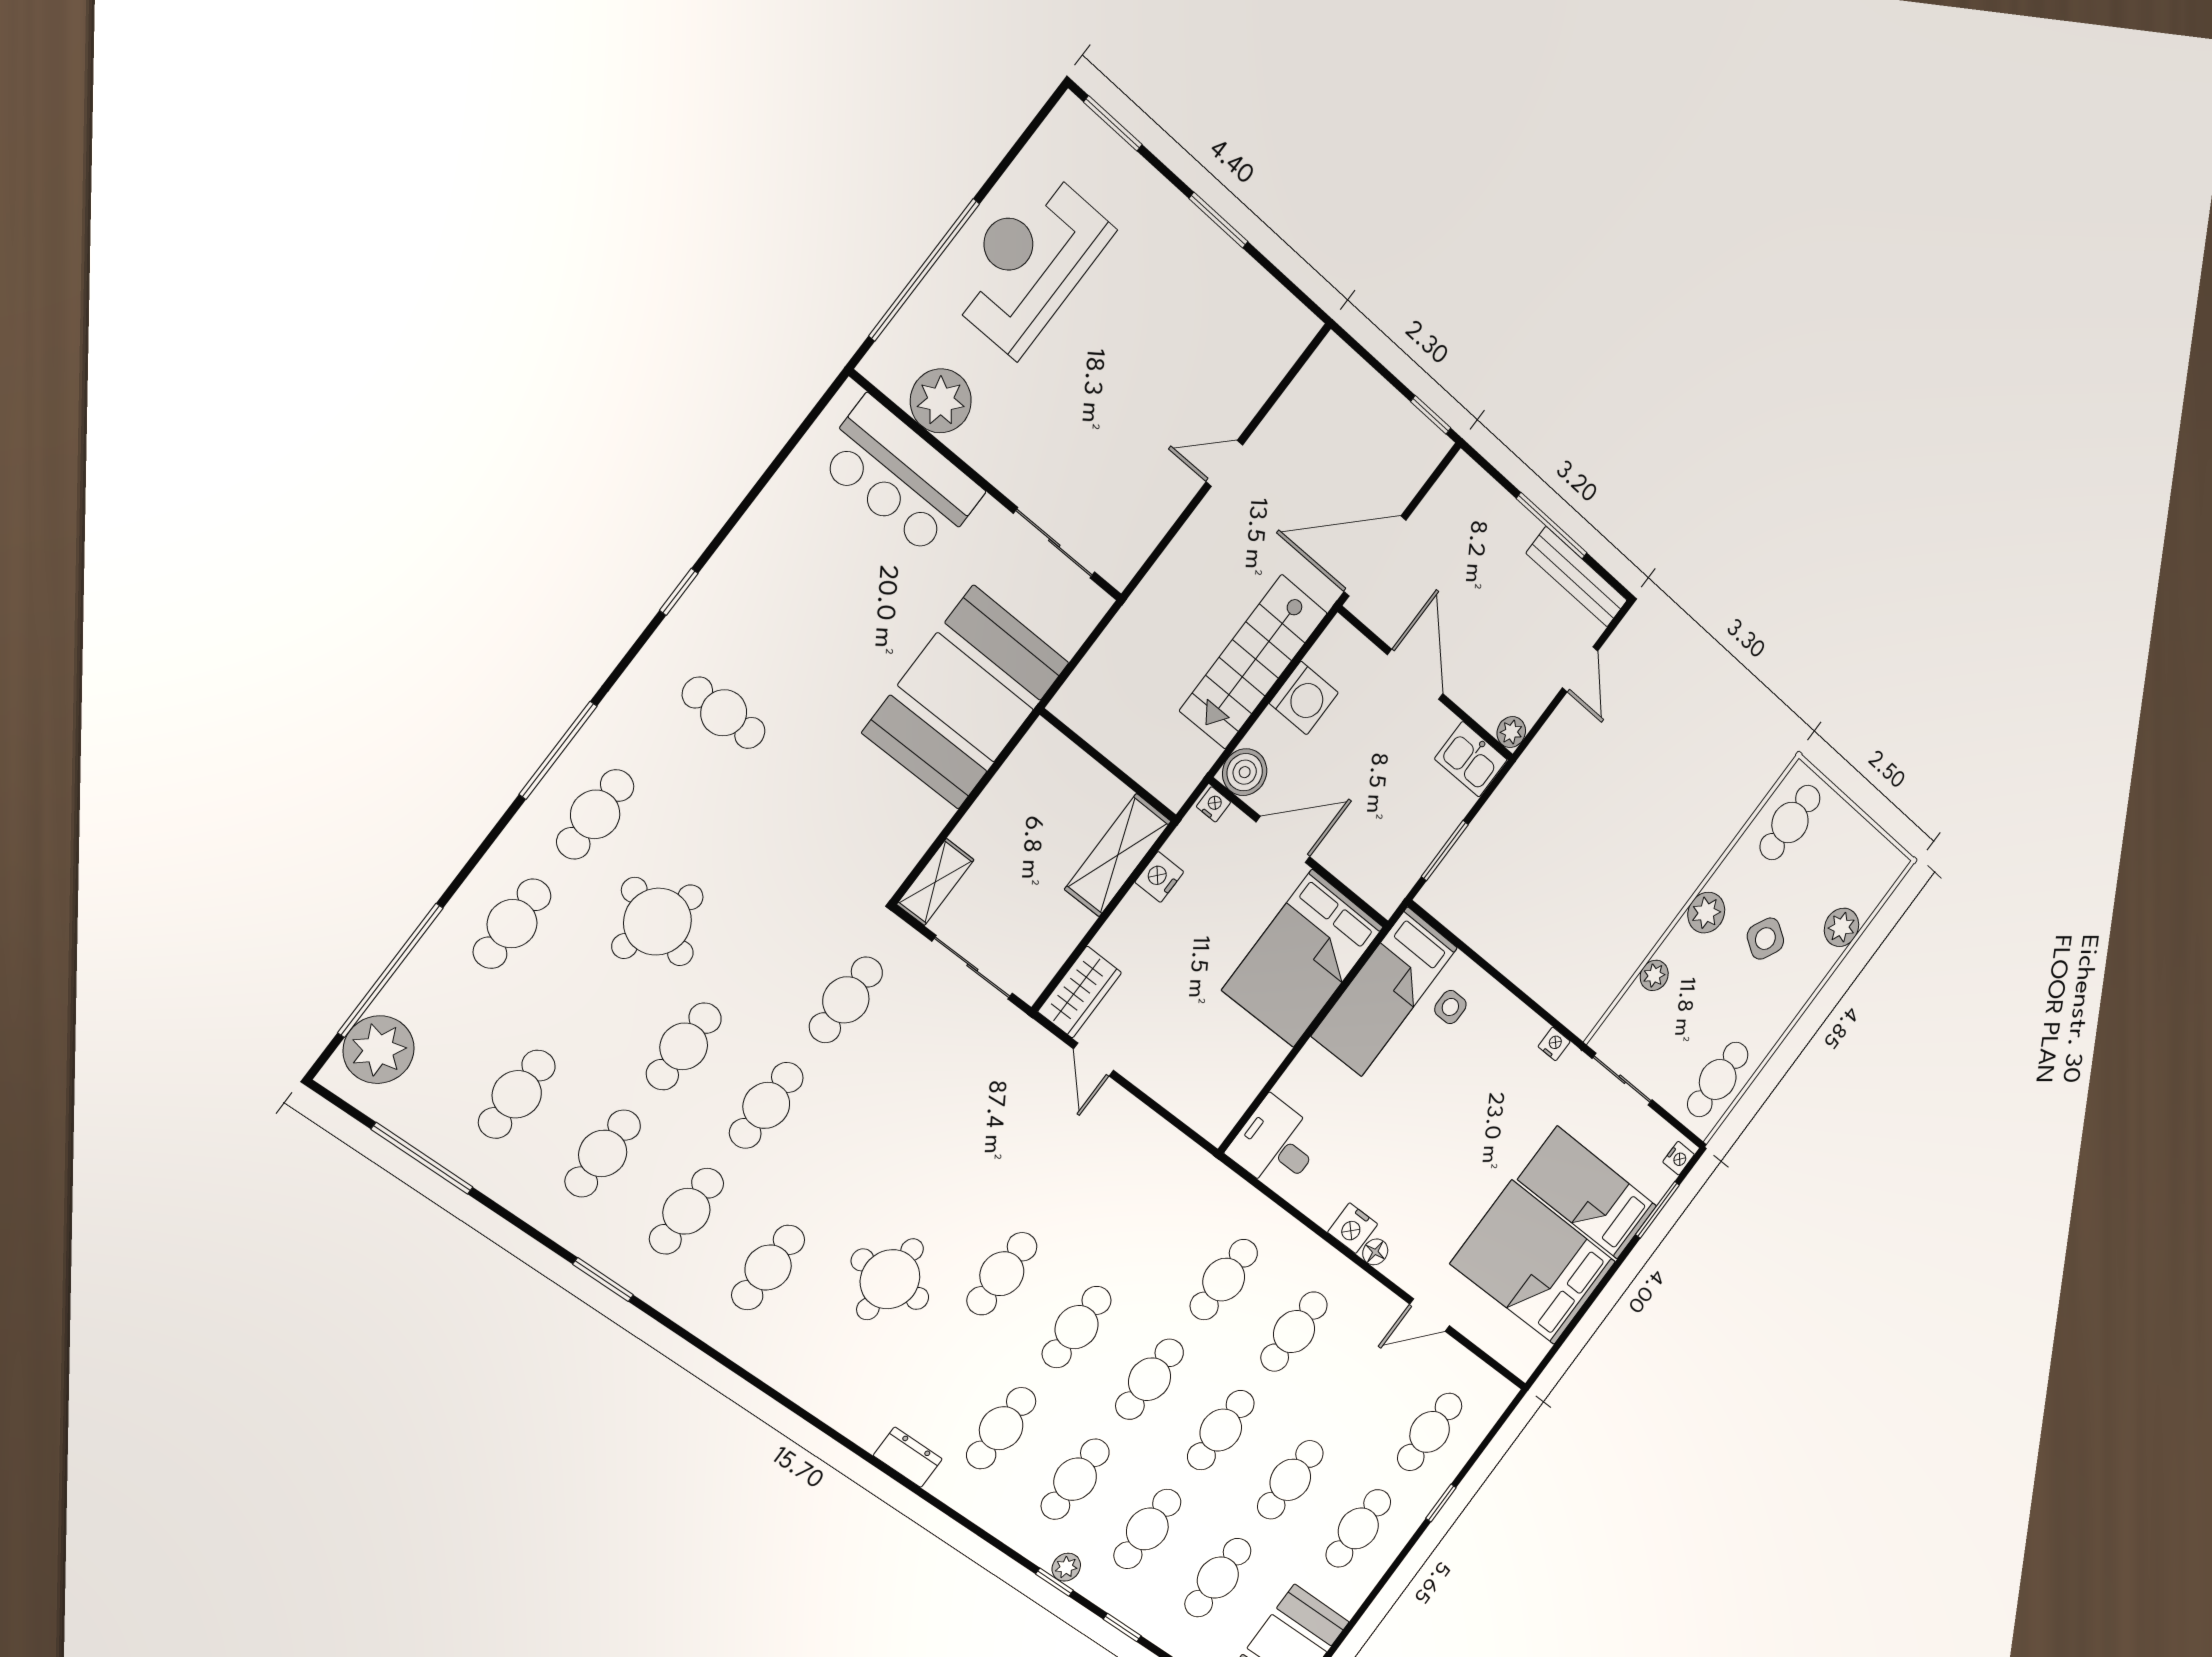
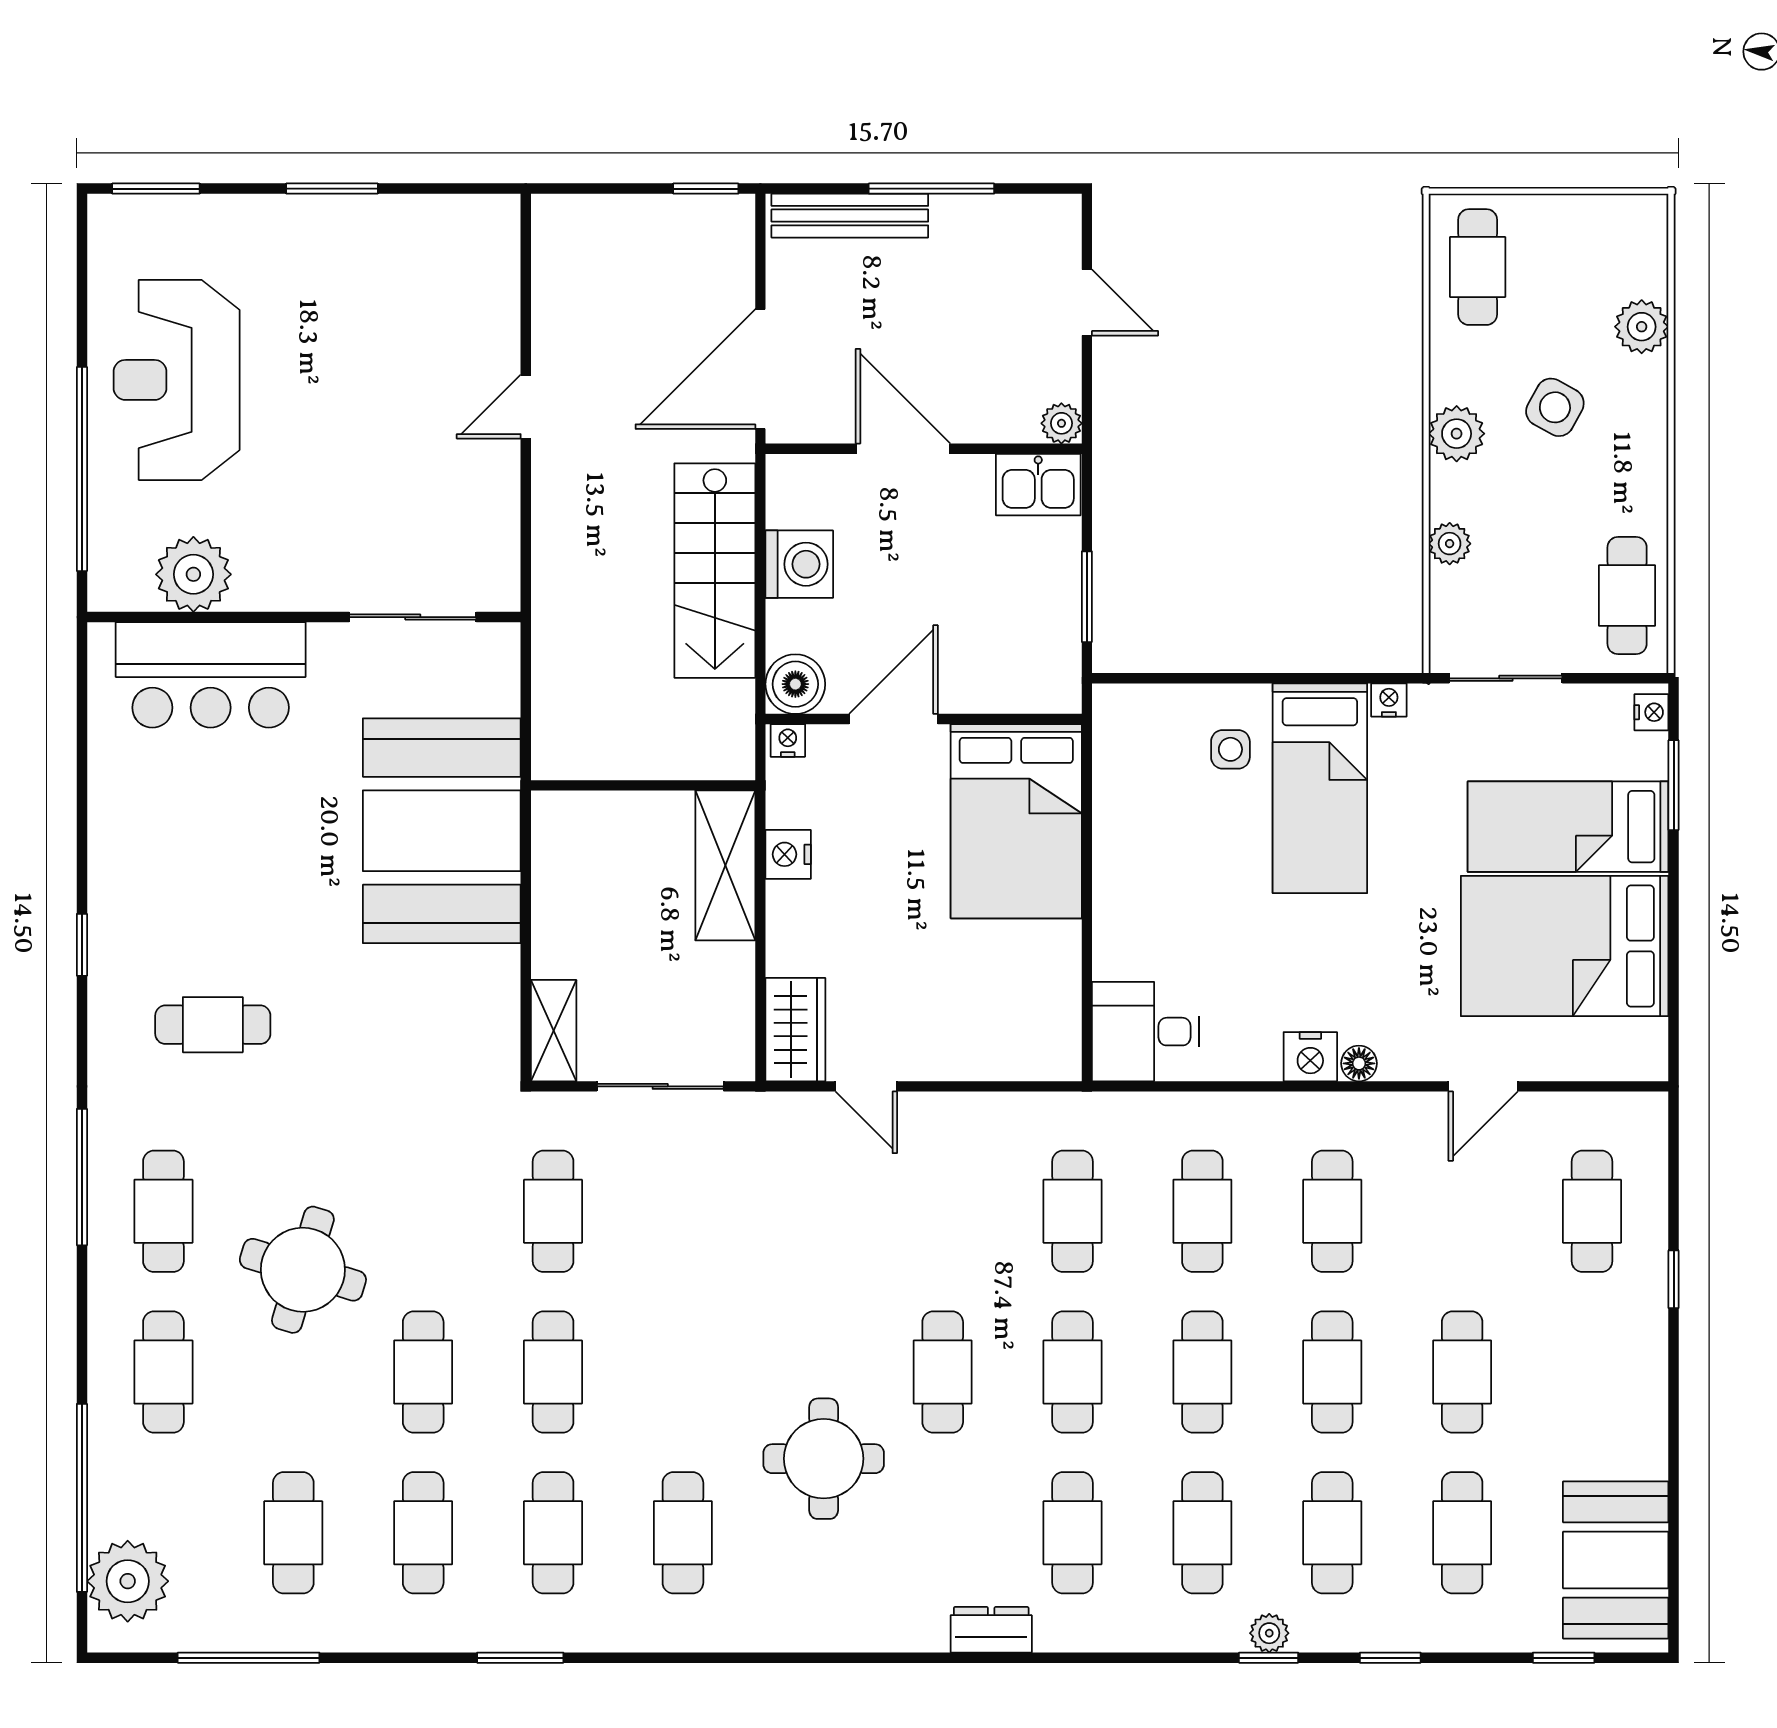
bench: (1577, 577) -> (850, 216), moved
bed: (1384, 992) -> (1320, 788), moved
cafe table: (1358, 1528) -> (1073, 1211), moved

